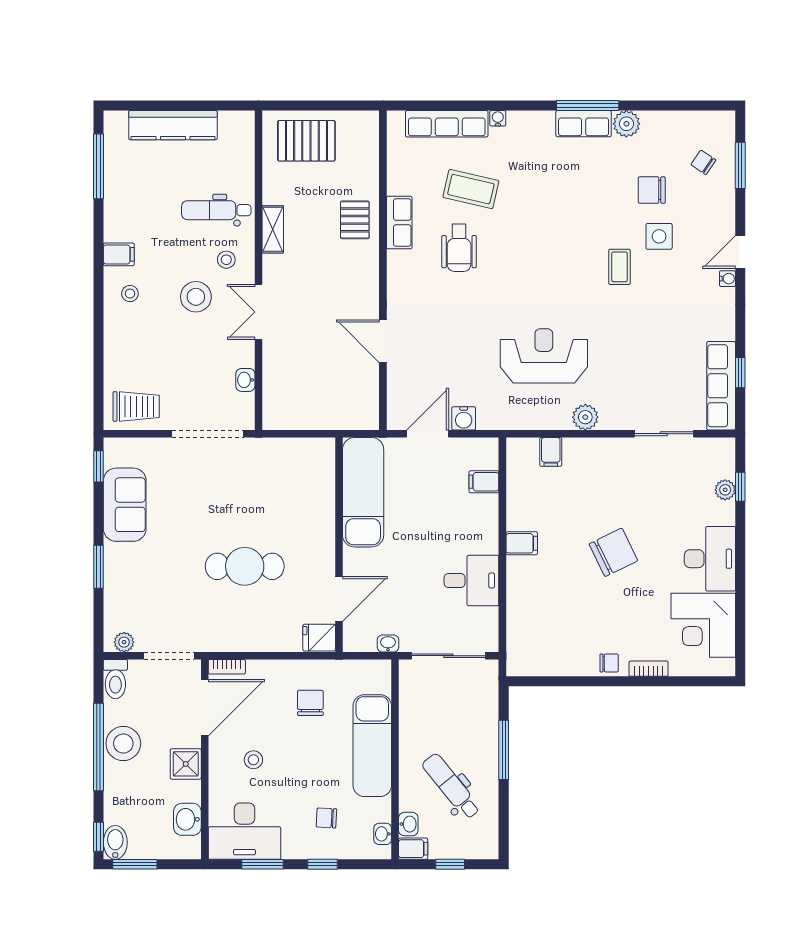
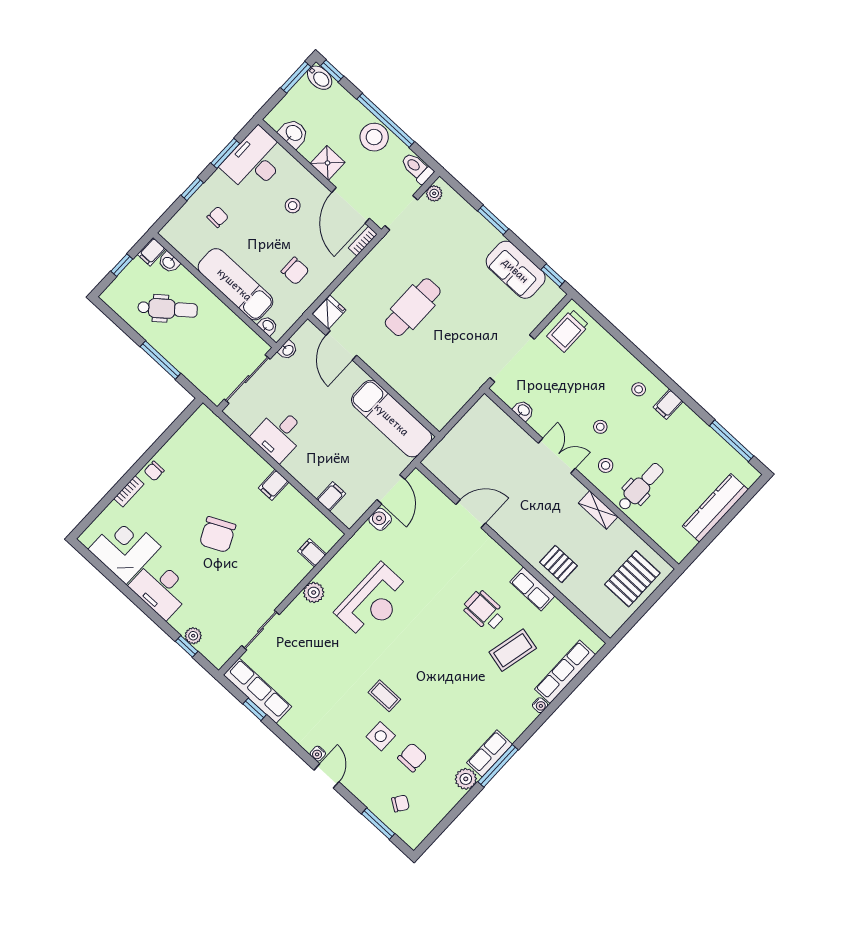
stool: (196, 297) -> (600, 427), width x0.53, depth x0.53
washbasin: (383, 834) -> (268, 326), moved

